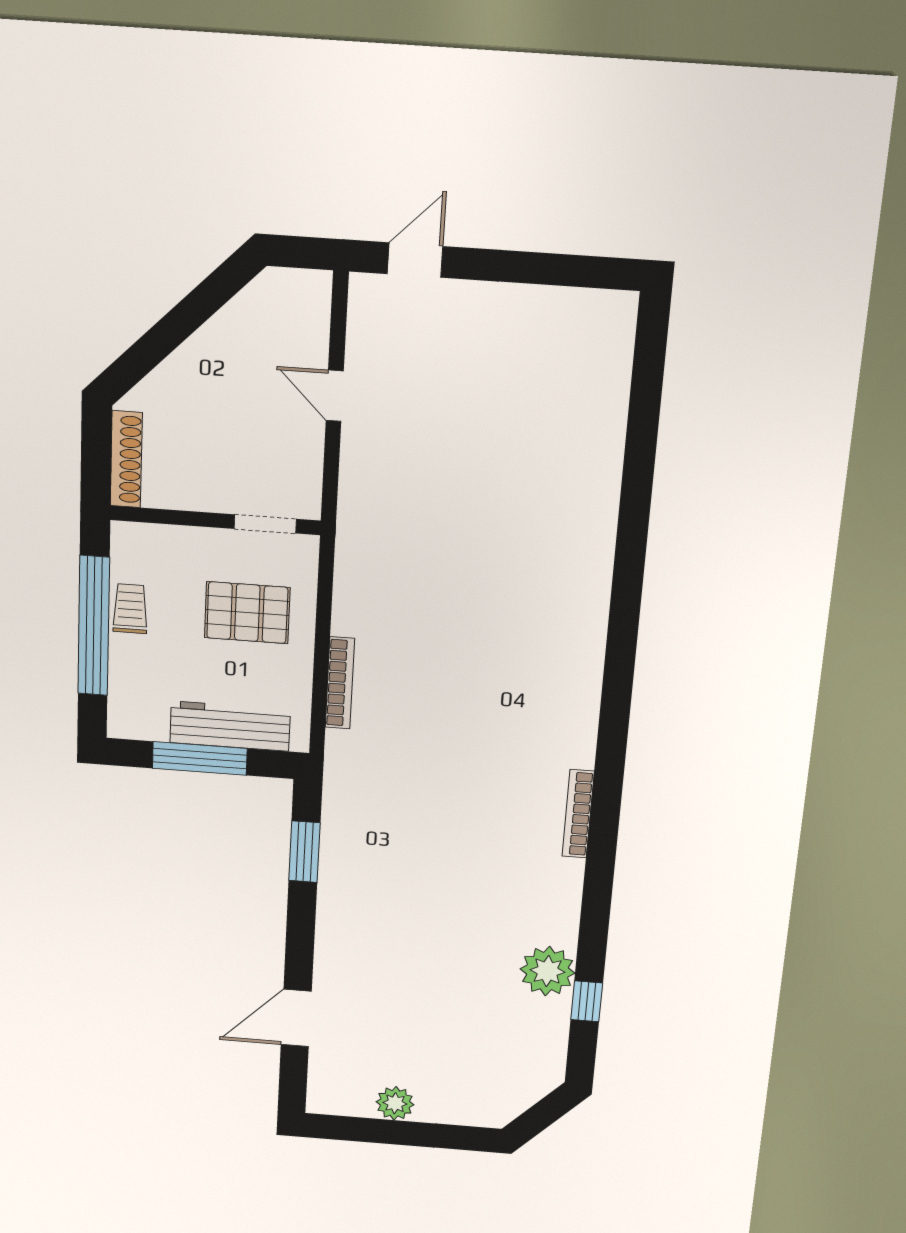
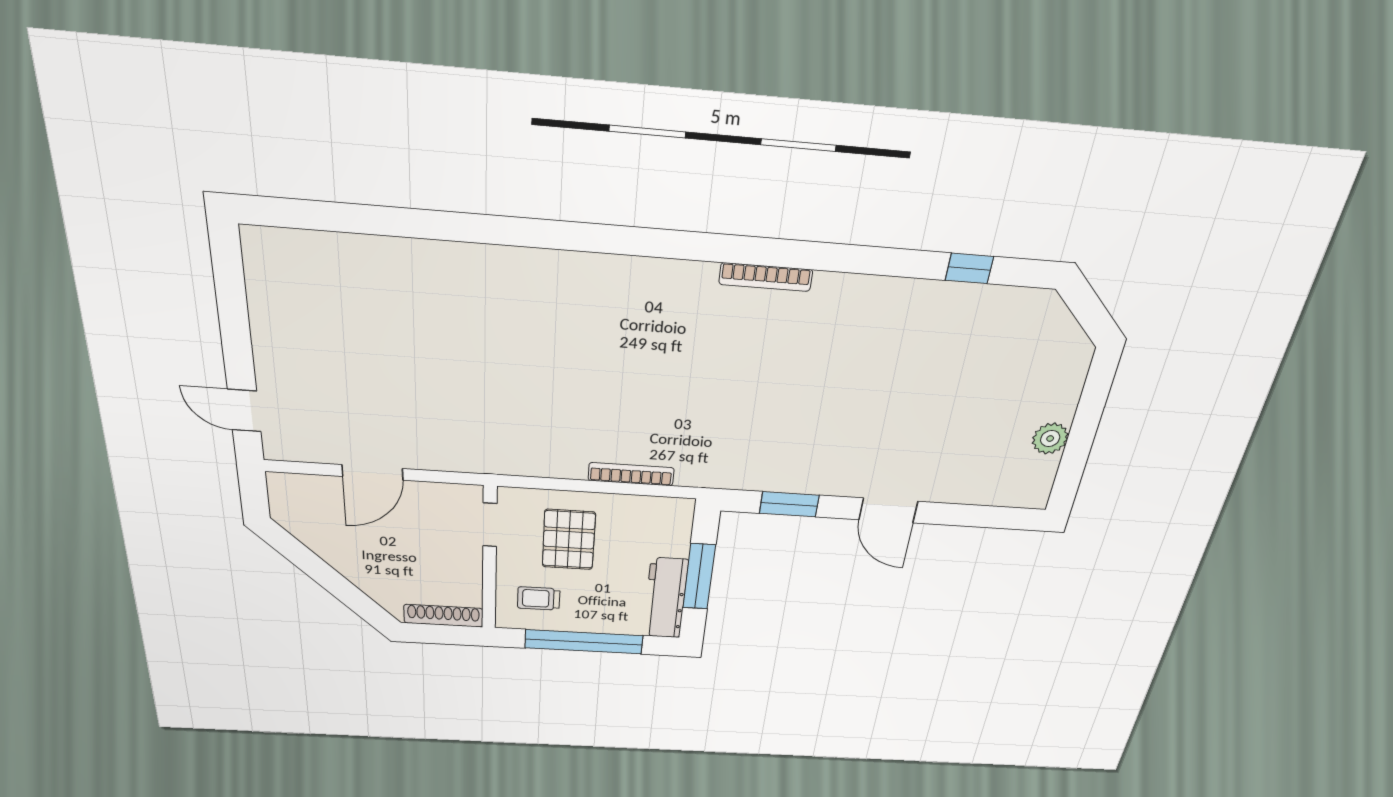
door: (335, 396) -> (373, 472), width x1.38
trolley: (130, 609) -> (539, 599), moved
workbench: (230, 726) -> (666, 598), moved
plant: (547, 971) -> (931, 305), removed
door: (296, 1018) -> (888, 511), moved

